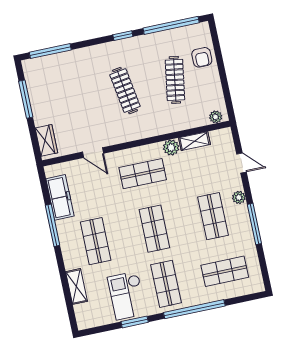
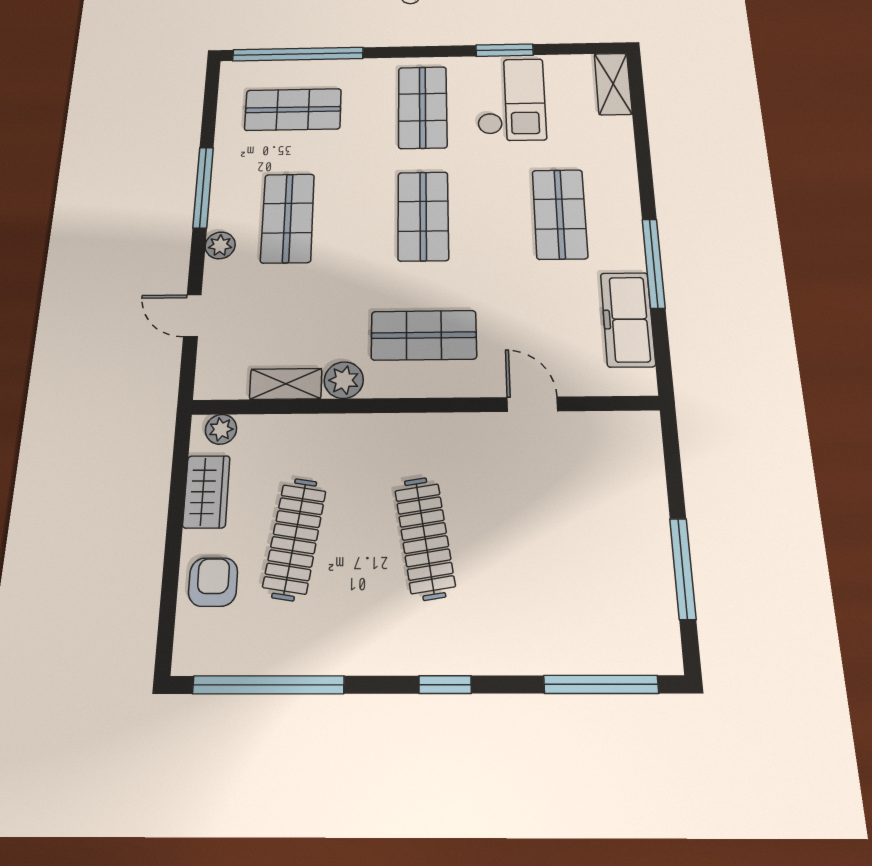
window: (123, 36) -> (445, 685), moved
wardrobe: (46, 140) -> (206, 492), moved, turned 180
shelving: (76, 286) -> (613, 84), moved
window: (194, 309) -> (298, 54), moved

